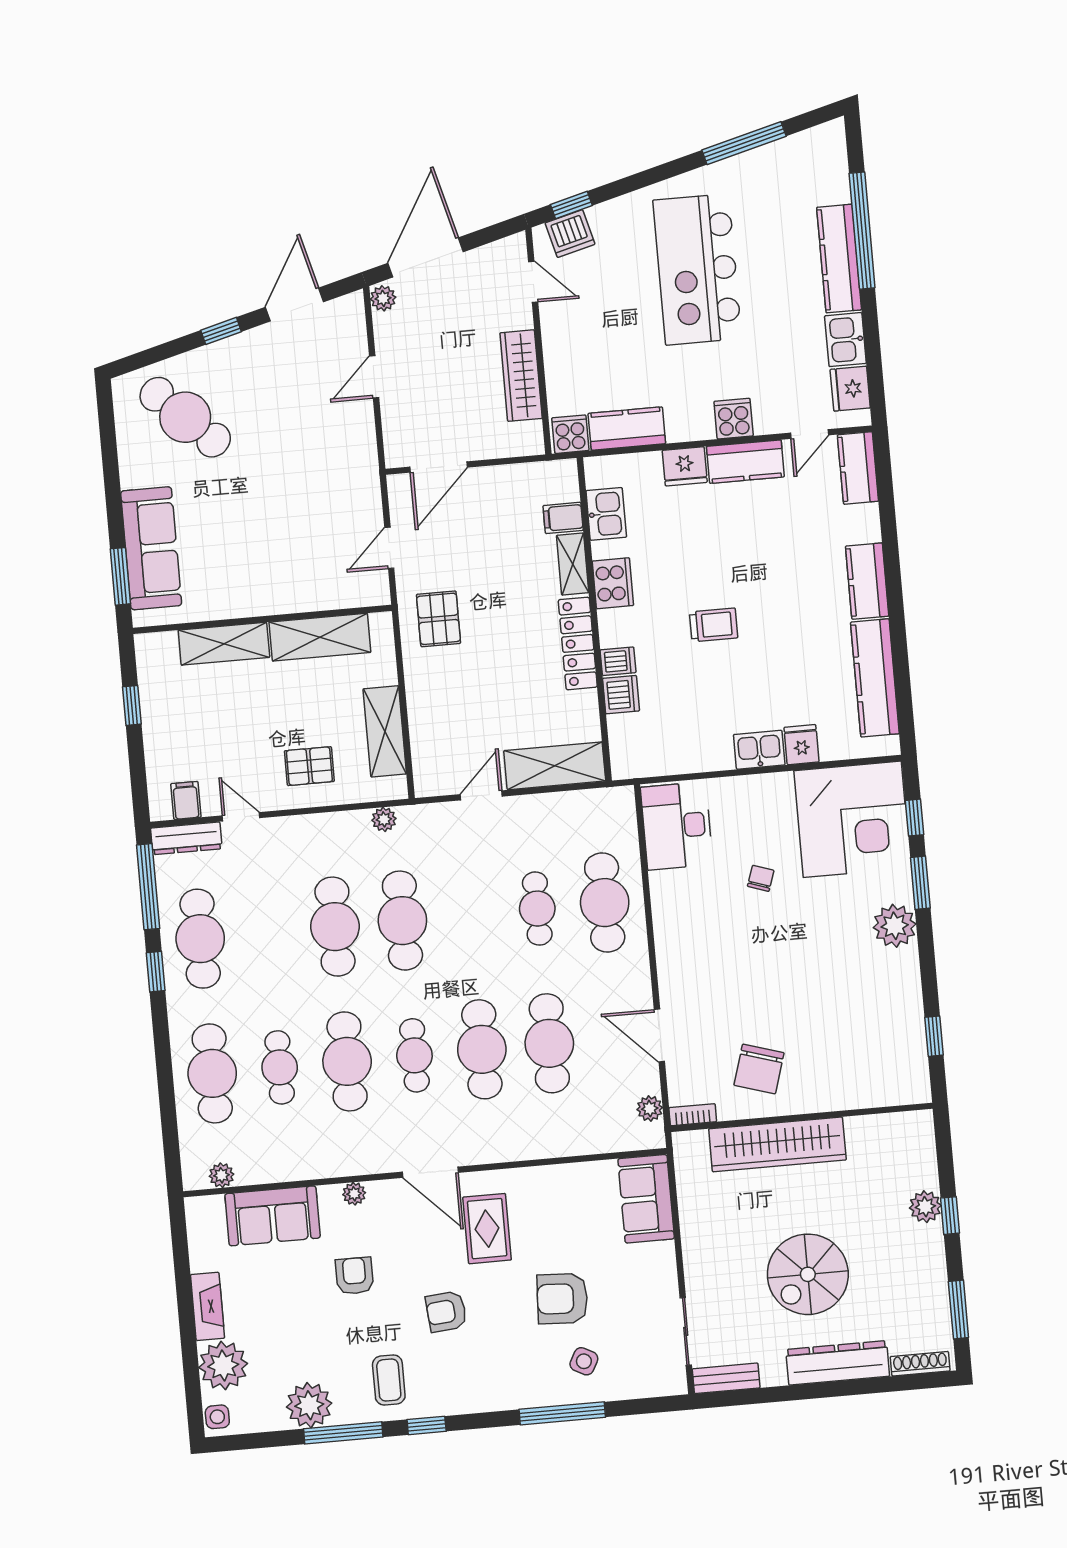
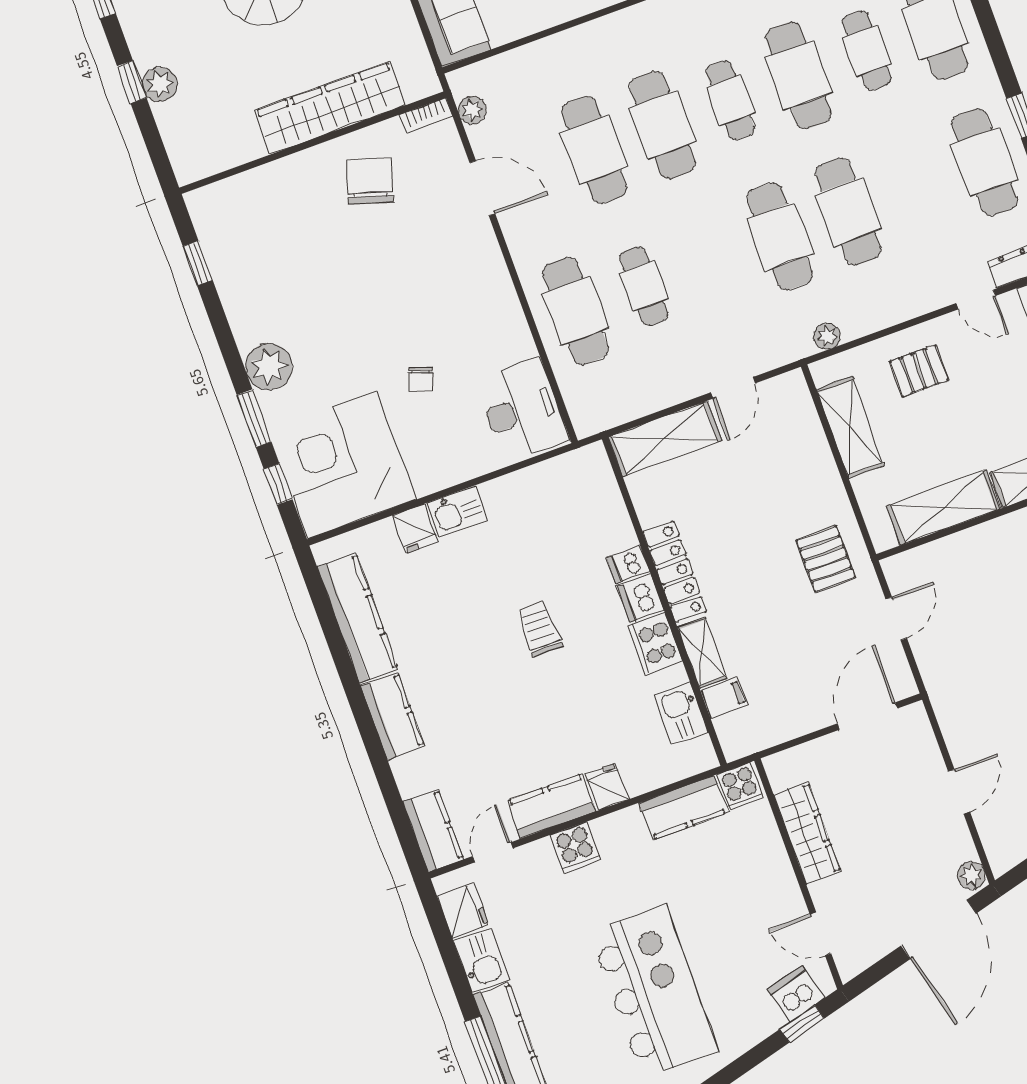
fridge: (685, 466) -> (607, 787), width x0.72
trolley: (714, 625) -> (539, 628), turned 90
dishwasher: (621, 695) -> (640, 598), moved

